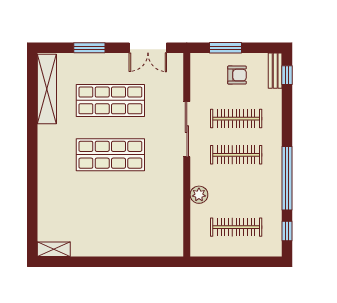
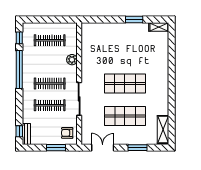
armchair: (237, 75) -> (67, 133), moved
shelving: (47, 89) -> (163, 129), width x0.68
window: (95, 262) -> (134, 20), added

